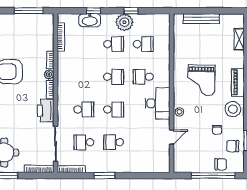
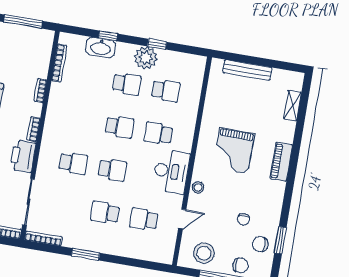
plant: (49, 74) -> (35, 109), removed
stool: (233, 109) -> (204, 253), moved
school desk: (84, 142) -> (144, 219), moved

